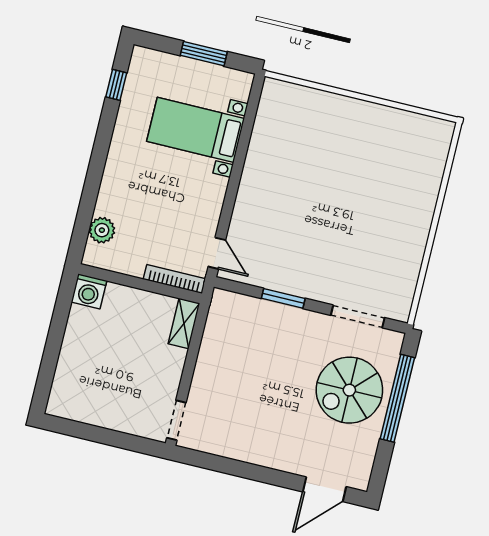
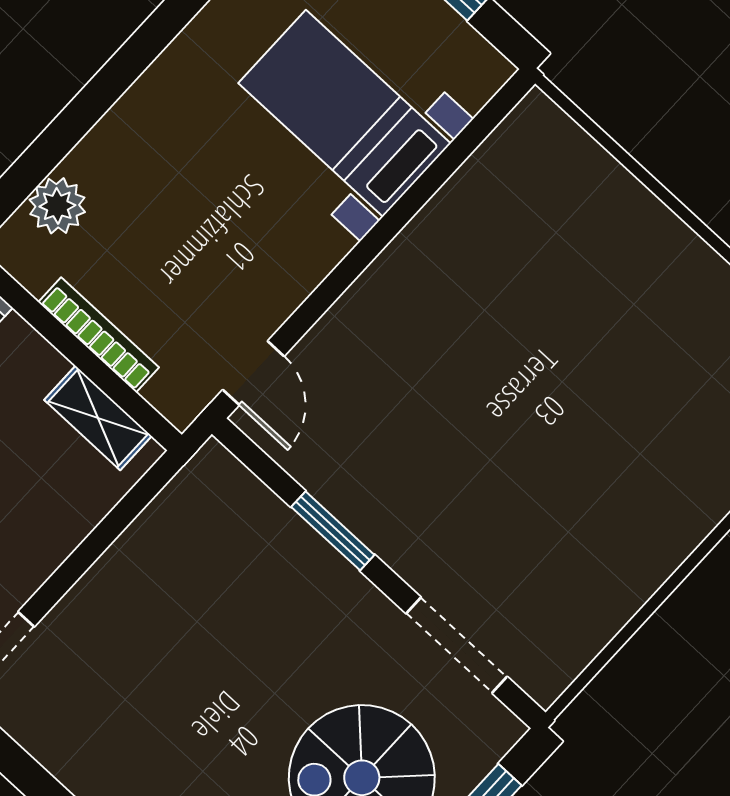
bookcase: (174, 279) -> (99, 335), moved
shelving: (184, 323) -> (98, 418), moved, turned 90

